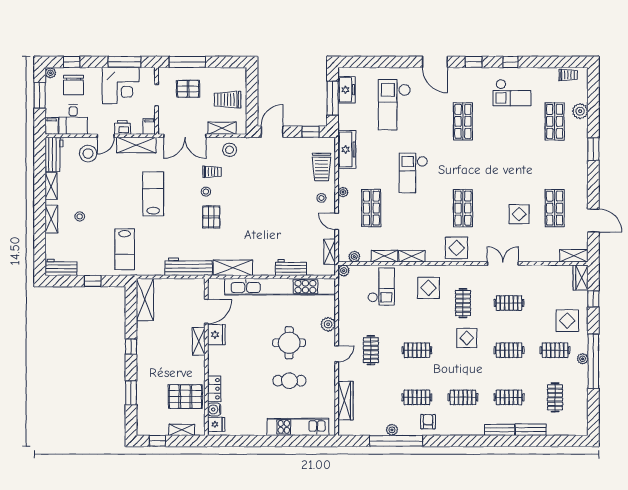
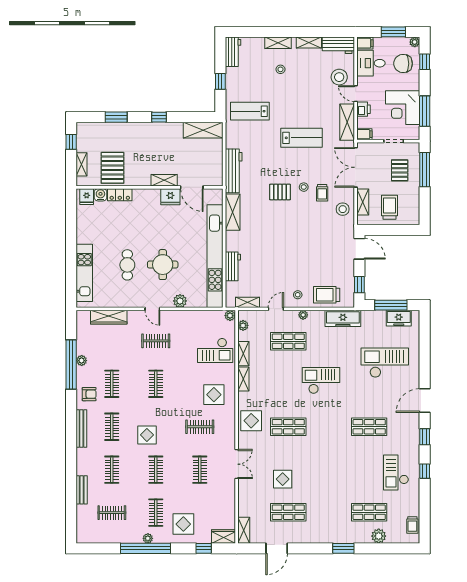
display table: (467, 338) -> (147, 435), moved
bench: (500, 430) -> (81, 429), moved, width x1.36

